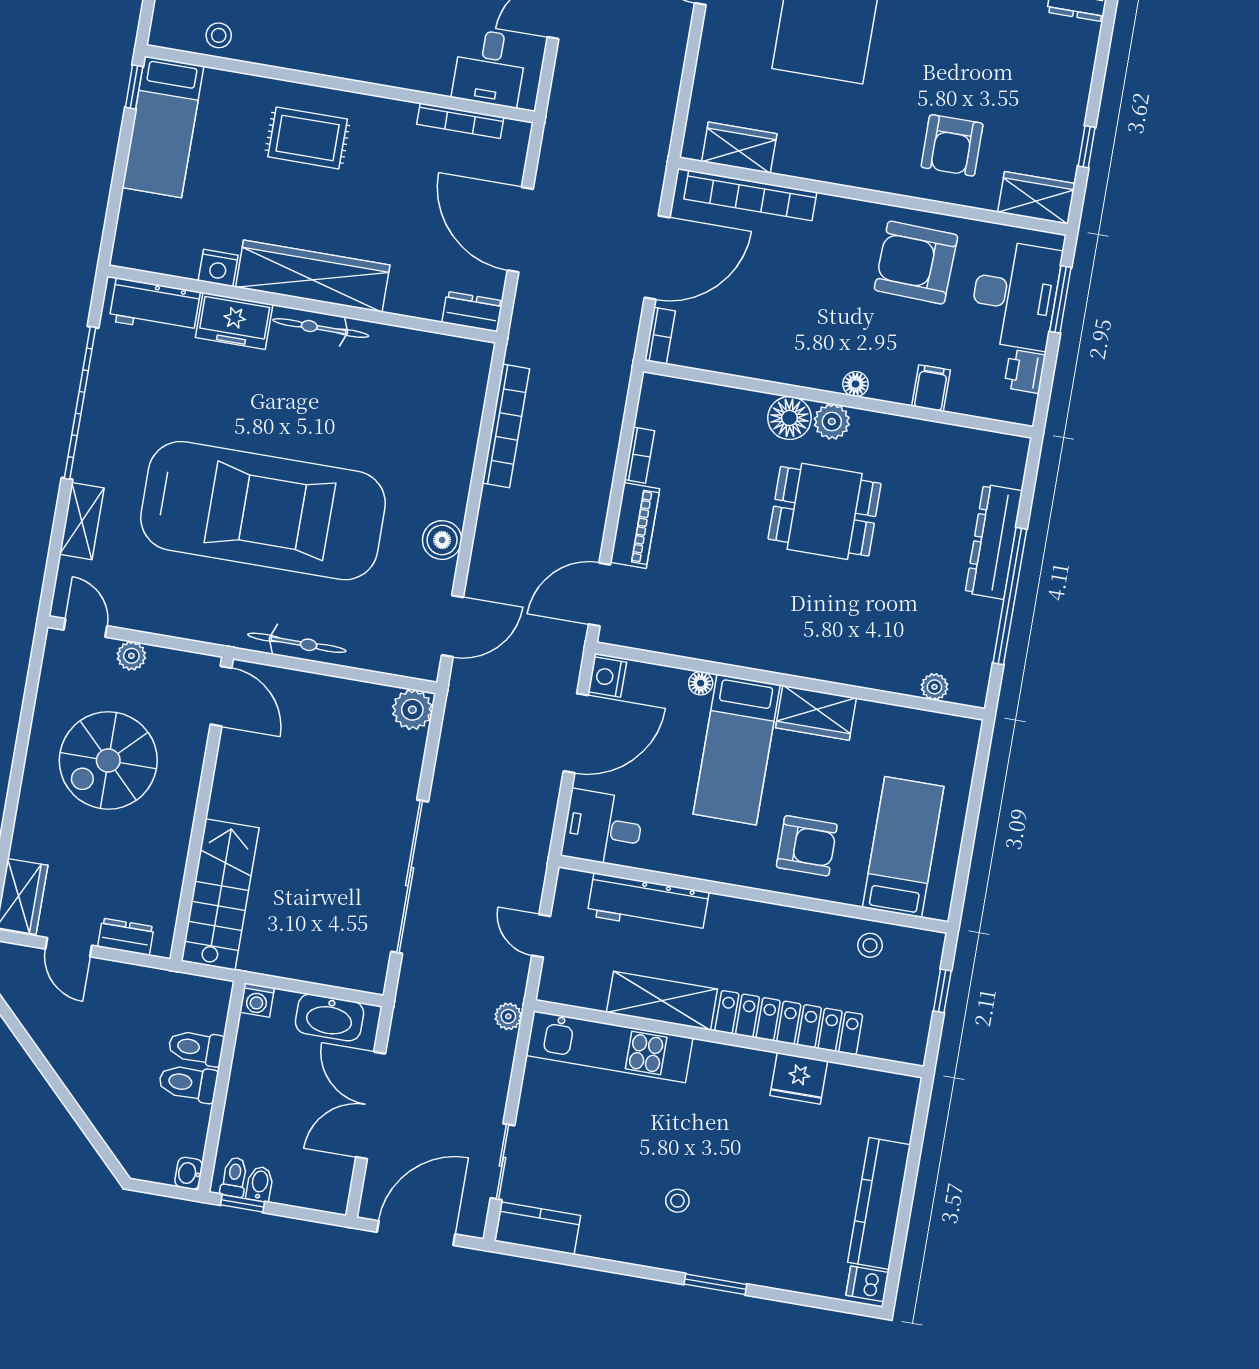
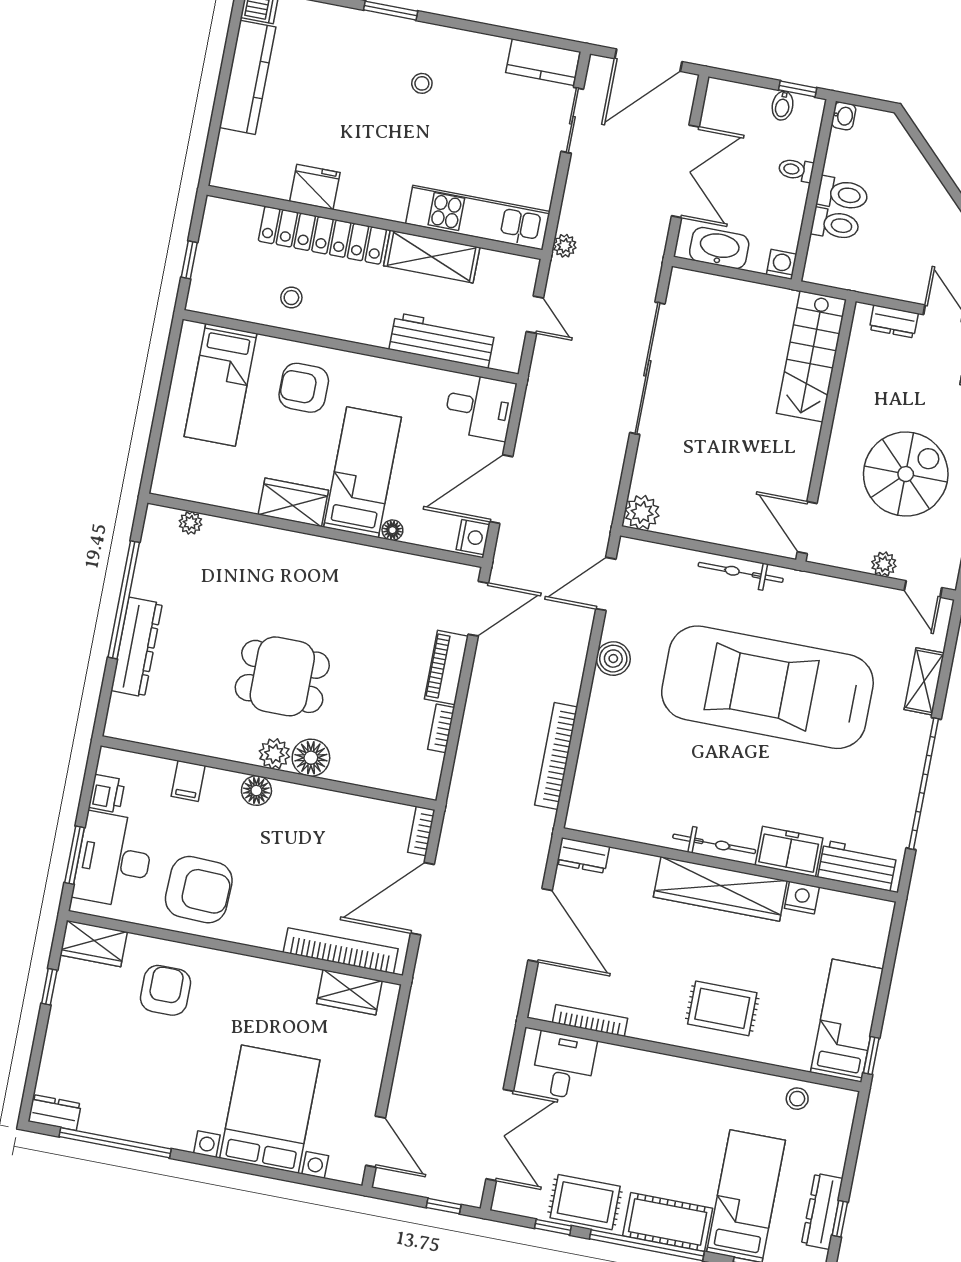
floor lamp: (856, 384) -> (256, 791), width x1.37, depth x1.37
stool: (870, 945) -> (291, 298), moved
toilet: (234, 1177) -> (796, 170), moved, turned 90

